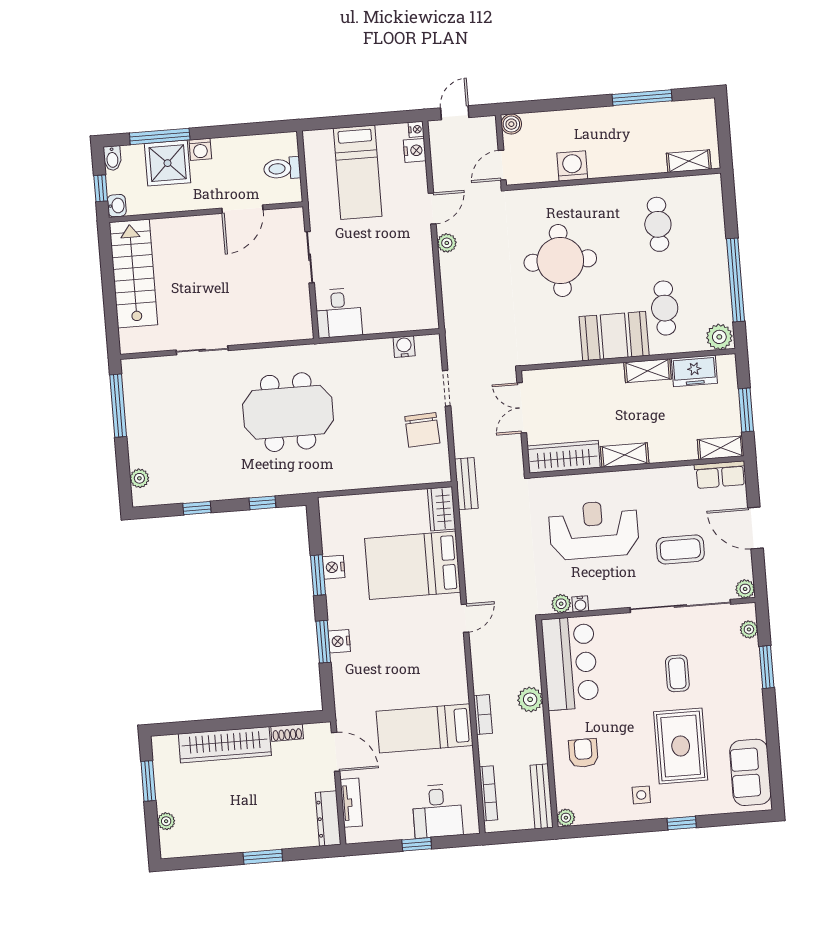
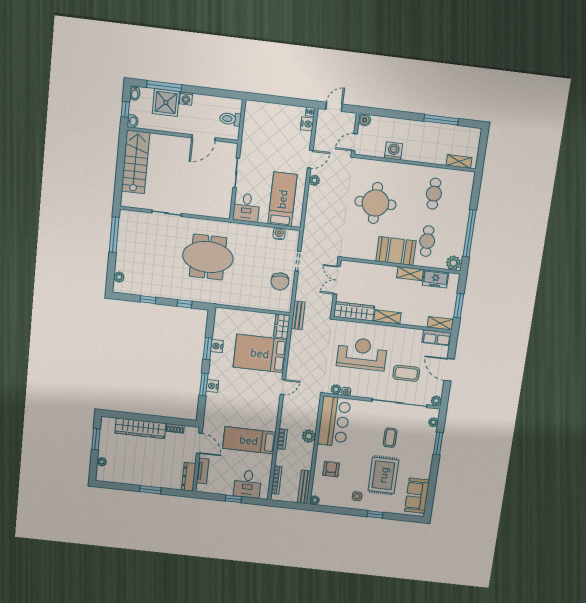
bed: (358, 172) -> (282, 199), moved, turned 180

